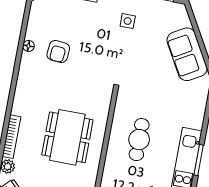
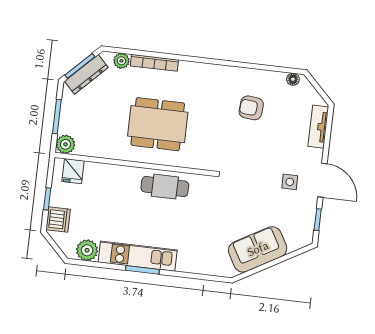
floor lamp: (28, 46) -> (293, 79), moved
cafe table: (139, 140) -> (165, 187), moved

